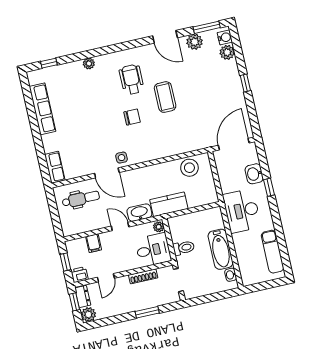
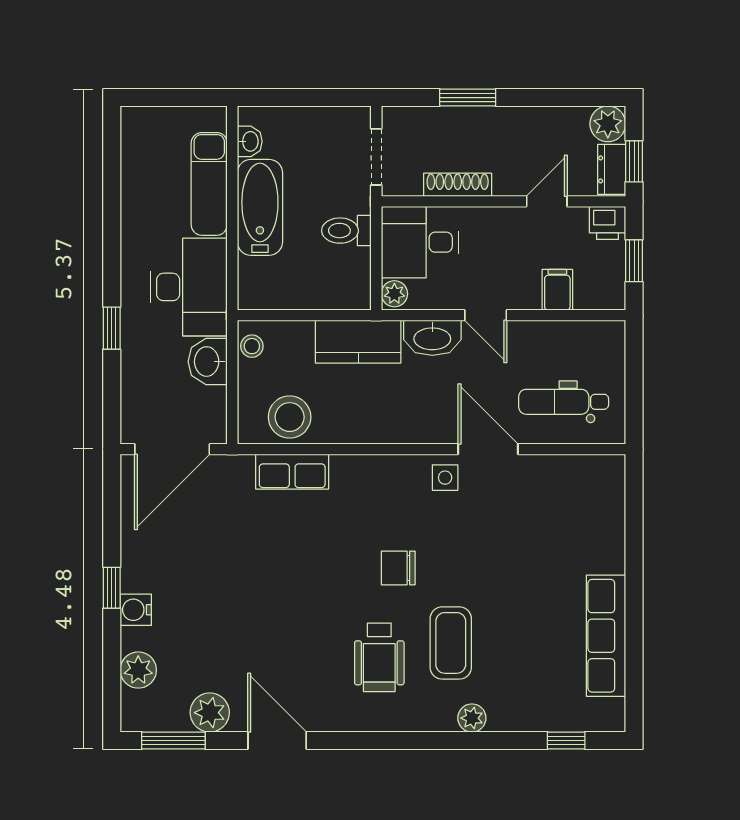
water cooler: (225, 37) -> (136, 610), moved
coffee table: (165, 97) -> (451, 643), moved
row of seats: (55, 167) -> (292, 472), moved, turned -90
washbasin: (254, 174) -> (208, 362), moved, turned 180
stool: (211, 193) -> (252, 346), added
exam couch: (272, 252) -> (209, 184), moved, turned 180

